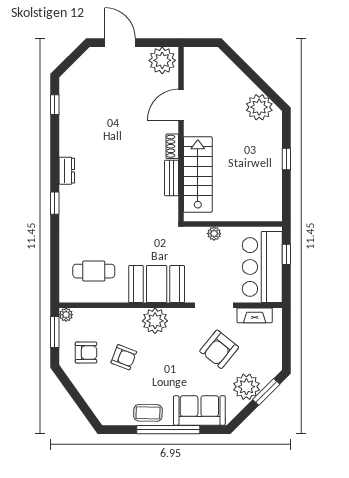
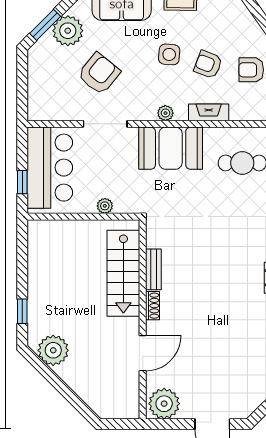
window: (286, 159) -> (22, 311), moved
fireplace: (255, 315) -> (209, 112), moved
plant: (155, 321) -> (165, 113), width x0.53, depth x0.53
side table: (158, 366) -> (169, 54), added

